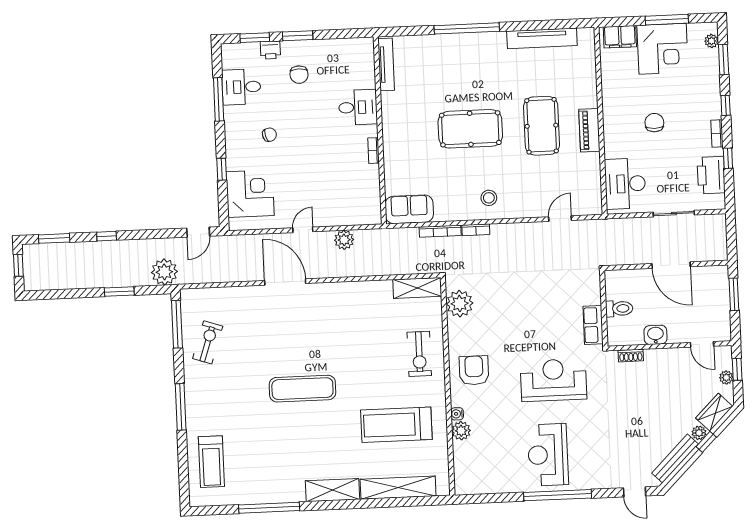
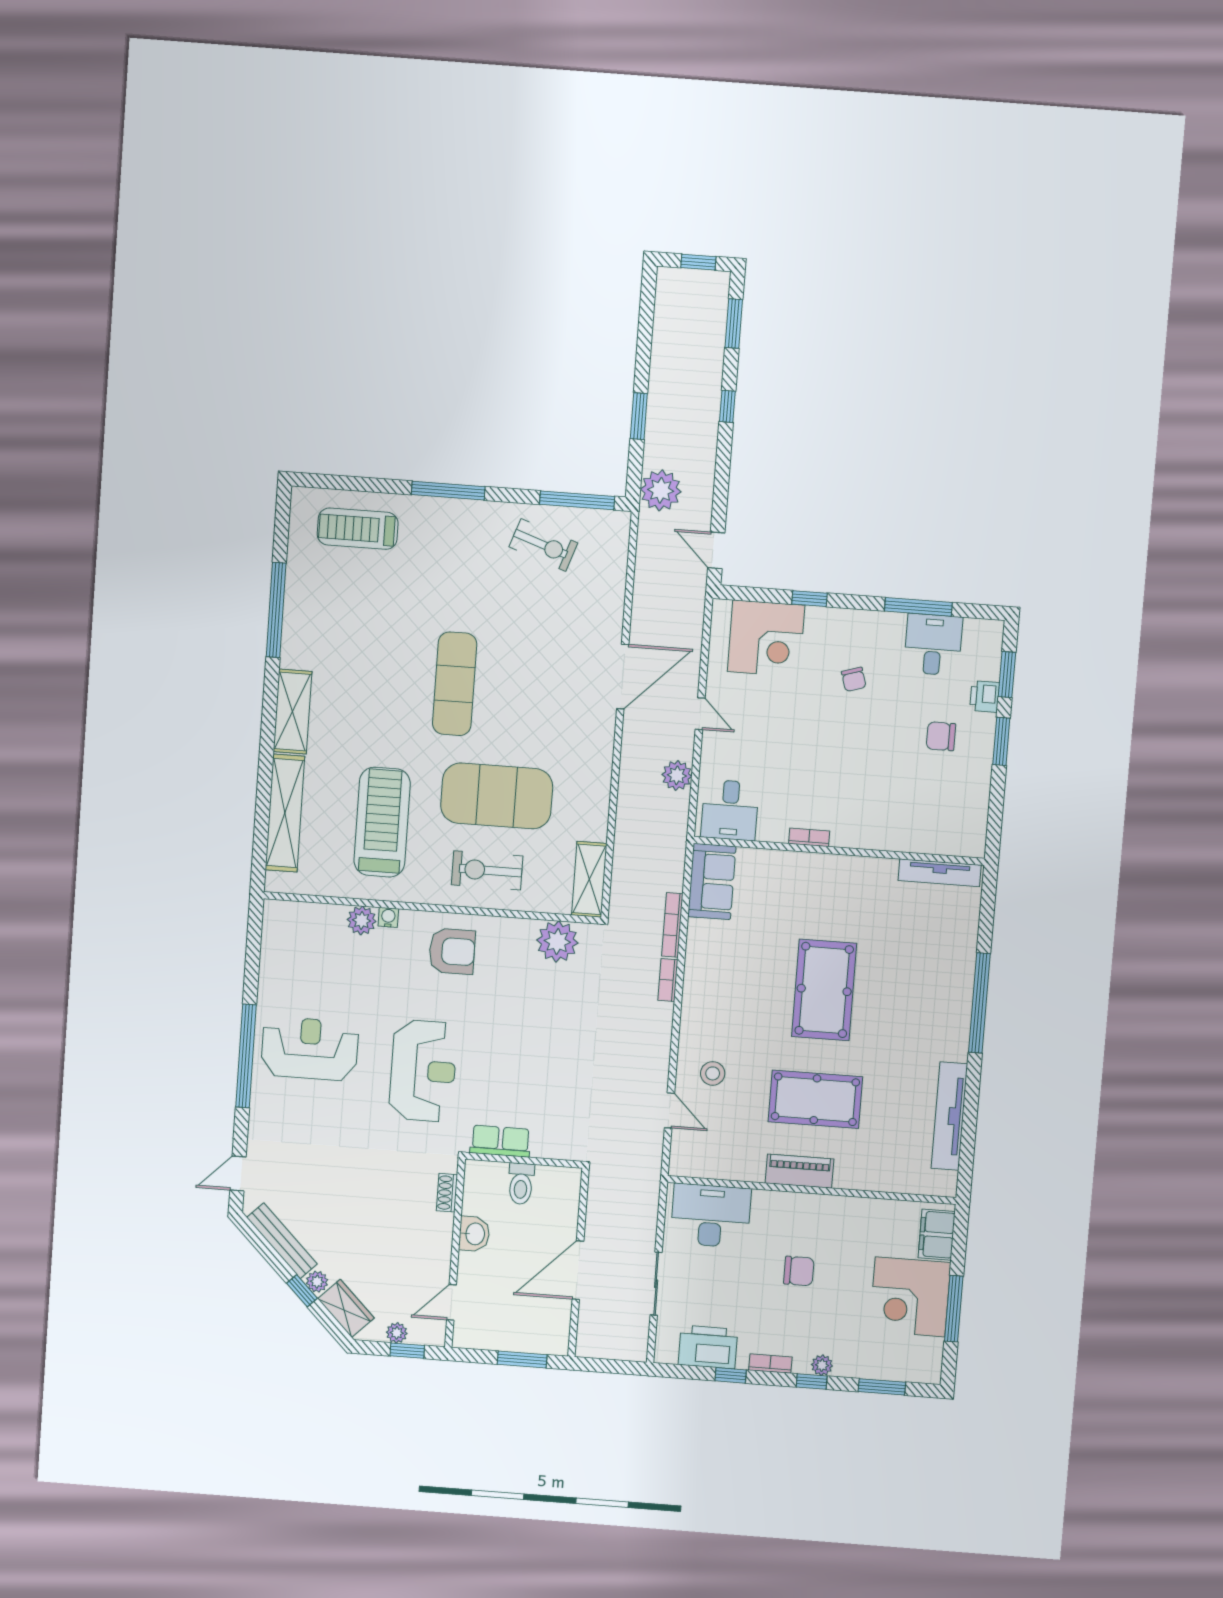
plant: (711, 41) -> (822, 1365), moved
desk: (358, 107) -> (730, 810), moved
stool: (489, 198) -> (713, 1073), moved
exercise mat: (371, 353) -> (497, 796), added

